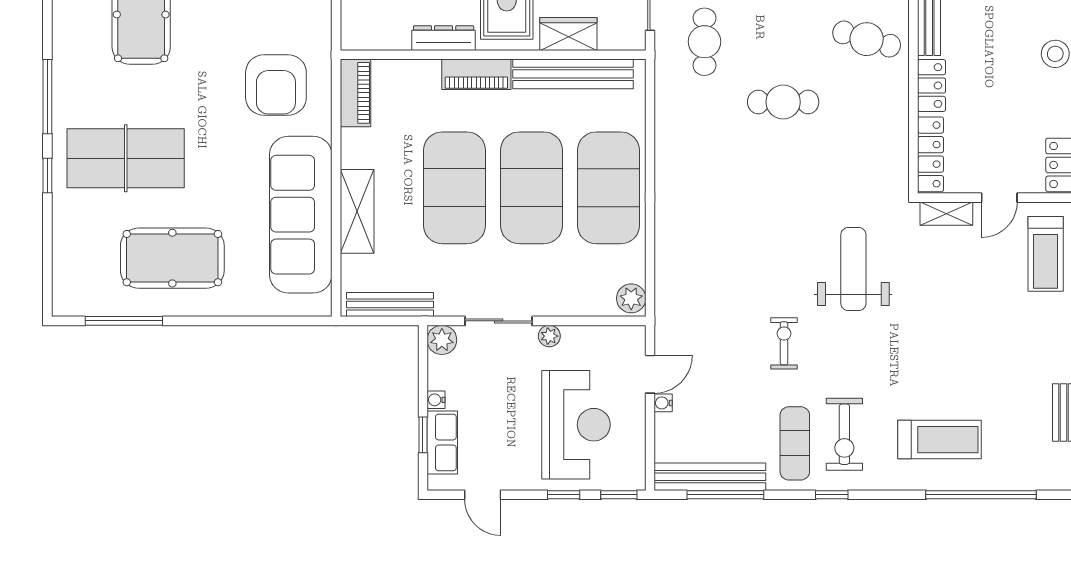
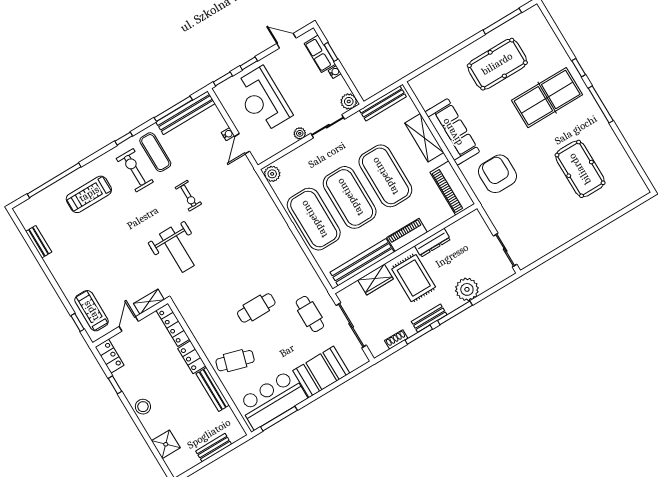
piano: (355, 93) -> (452, 188), width x1.37, depth x1.33
sofa: (301, 215) -> (452, 132), width x0.74, depth x0.79

